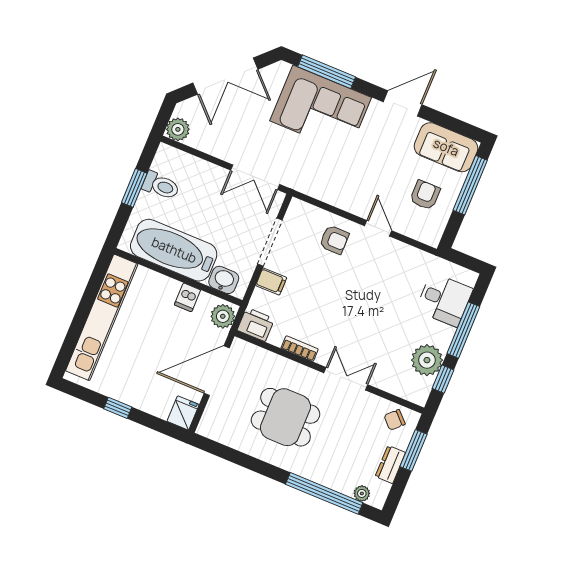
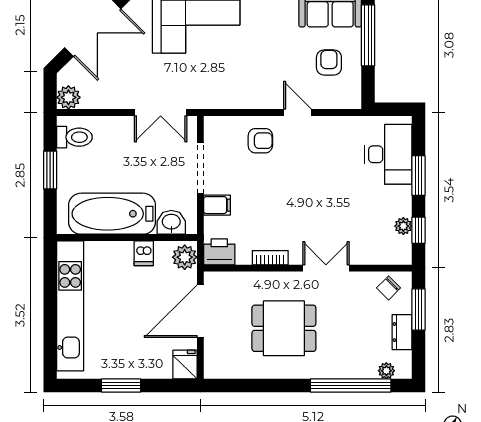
toilet: (161, 186) -> (74, 137), moved
desk: (444, 300) -> (388, 154), width x1.37
window: (463, 330) -> (418, 176), width x0.69
plant: (427, 360) -> (403, 226), width x0.53, depth x0.53
window: (118, 408) -> (121, 385), width x1.50

